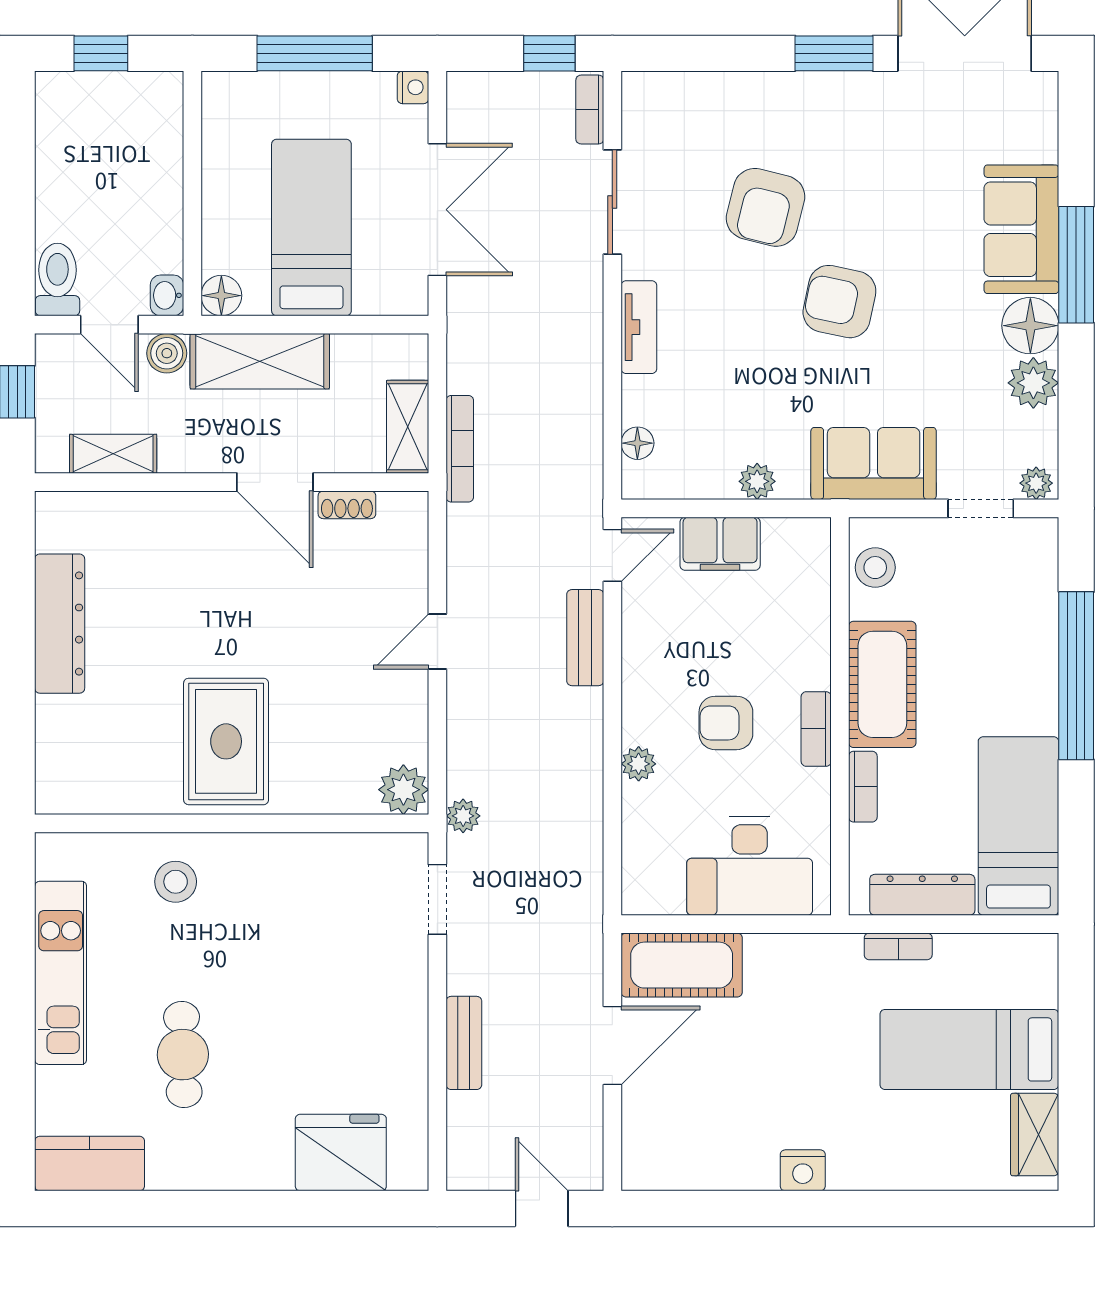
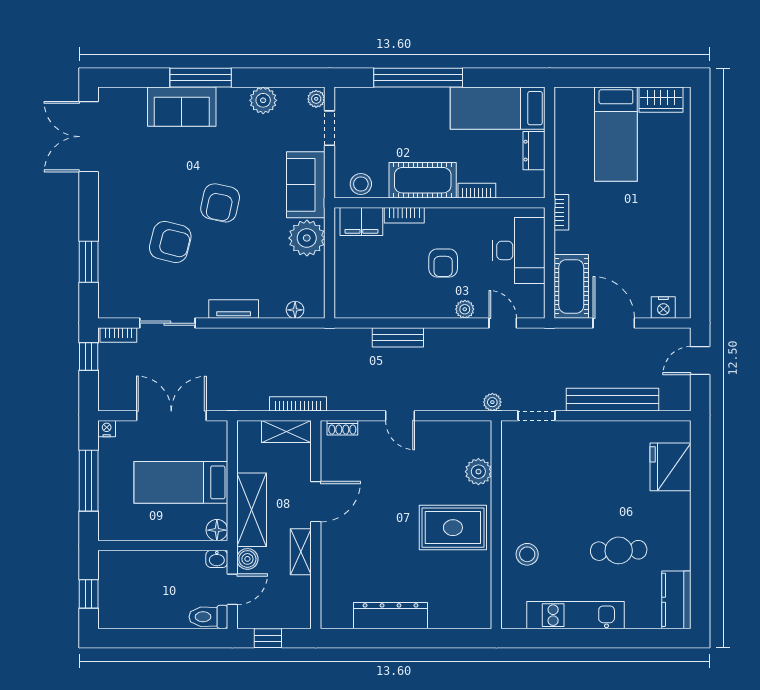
window: (834, 53) -> (89, 262), moved
floor lamp: (1030, 326) -> (233, 102), removed
shelving: (113, 454) -> (301, 552), moved
plant: (757, 481) -> (307, 238), width x1.87, depth x1.87
shoe rack: (347, 505) -> (342, 428), moved, turned 90
filing cabinet: (720, 544) -> (361, 221), moved, turned 90
door: (612, 555) -> (503, 323), moved
bookcase: (816, 729) -> (404, 215), moved
plant: (403, 790) -> (478, 472), moved
dresser: (922, 895) -> (534, 151), width x0.70
bookcase: (898, 946) -> (561, 212), moved
bench: (464, 1043) -> (612, 400), width x1.86, depth x1.21
nightstand: (803, 1170) -> (663, 308), moved, turned 90

